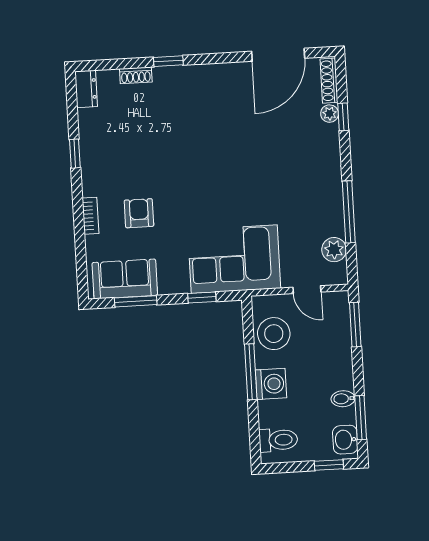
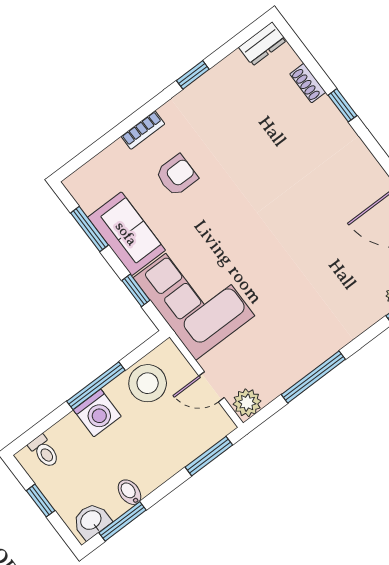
plant: (334, 250) -> (247, 403), moved
sofa: (125, 279) -> (126, 234), moved
door: (307, 290) -> (211, 387), hinge flipped
toilet: (278, 440) -> (44, 451), width x0.73, depth x0.72
window: (329, 465) -> (41, 501), moved

